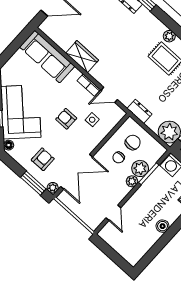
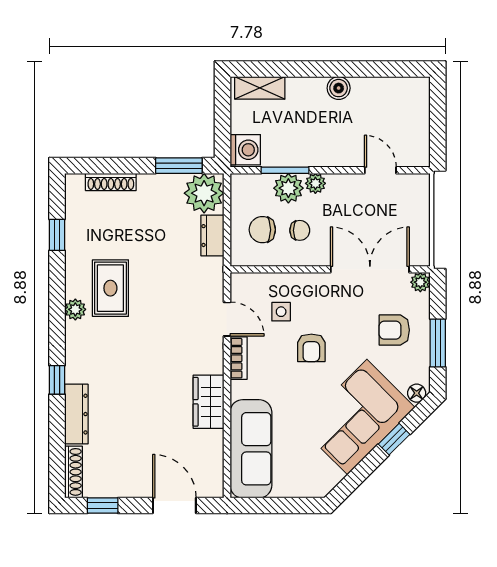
dresser: (139, 111) -> (212, 236), moved
window: (33, 183) -> (438, 343), moved
door: (113, 213) -> (380, 170), hinge flipped

